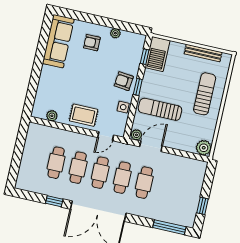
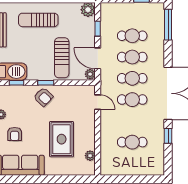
armchair: (124, 81) -> (43, 97), turned -52
side table: (123, 107) -> (67, 92), removed
rug: (84, 115) -> (62, 139), moved, width x1.36, depth x1.43
window: (182, 153) -> (98, 29), added
cafe table: (78, 168) -> (132, 36), moved

